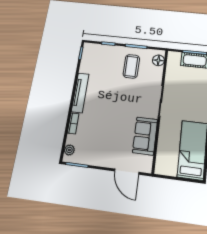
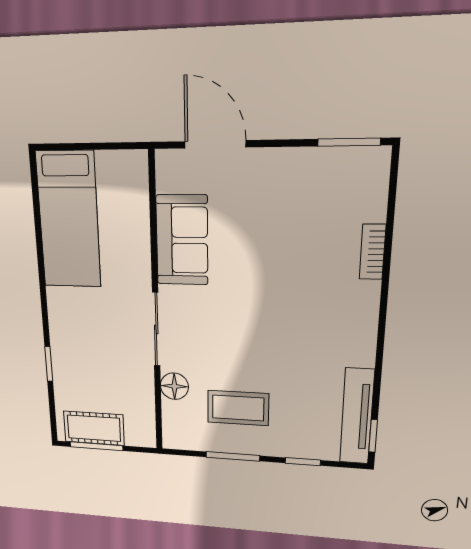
floor lamp: (158, 60) -> (174, 386), moved
coffee table: (131, 66) -> (238, 408), turned 90
tv unit: (80, 93) -> (357, 416), moved
plant: (69, 150) -> (375, 179), removed

